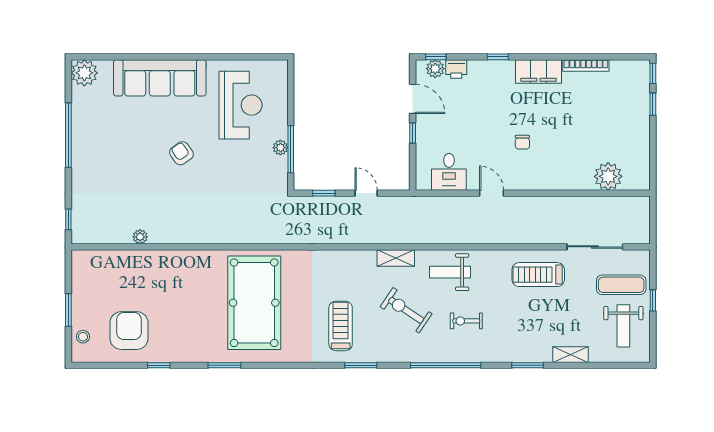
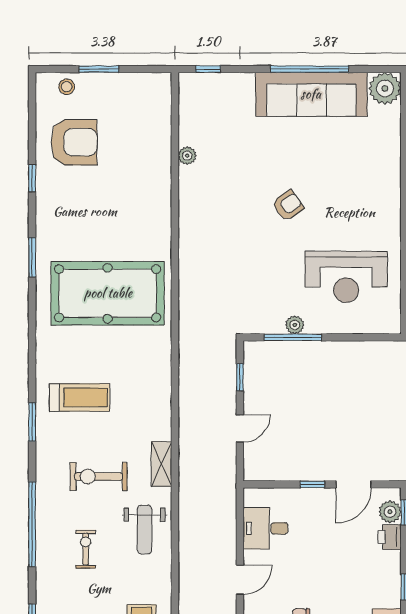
sofa: (160, 78) -> (311, 94), moved, turned -90
weight bench: (450, 272) -> (145, 530), turned 180
exercise bike: (406, 310) -> (99, 477), turned -124

